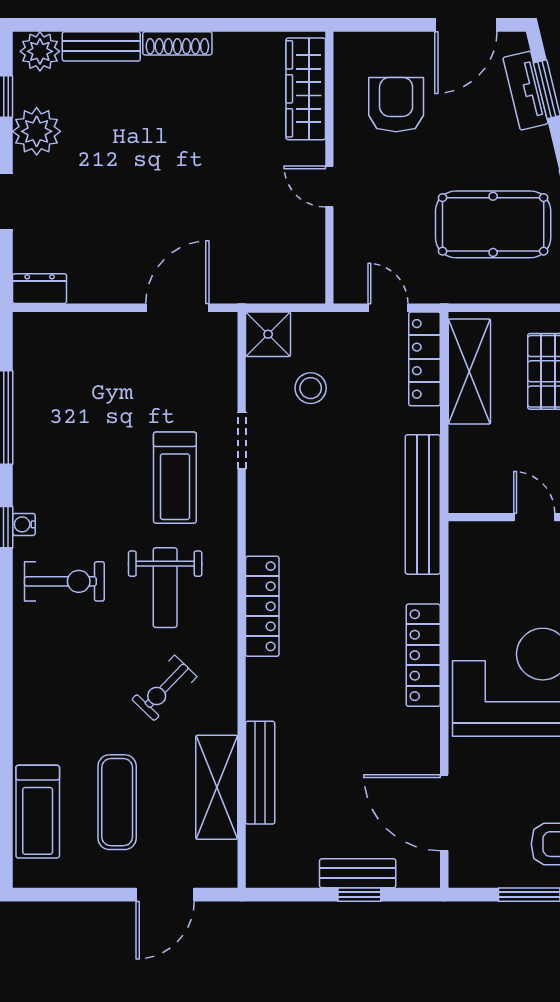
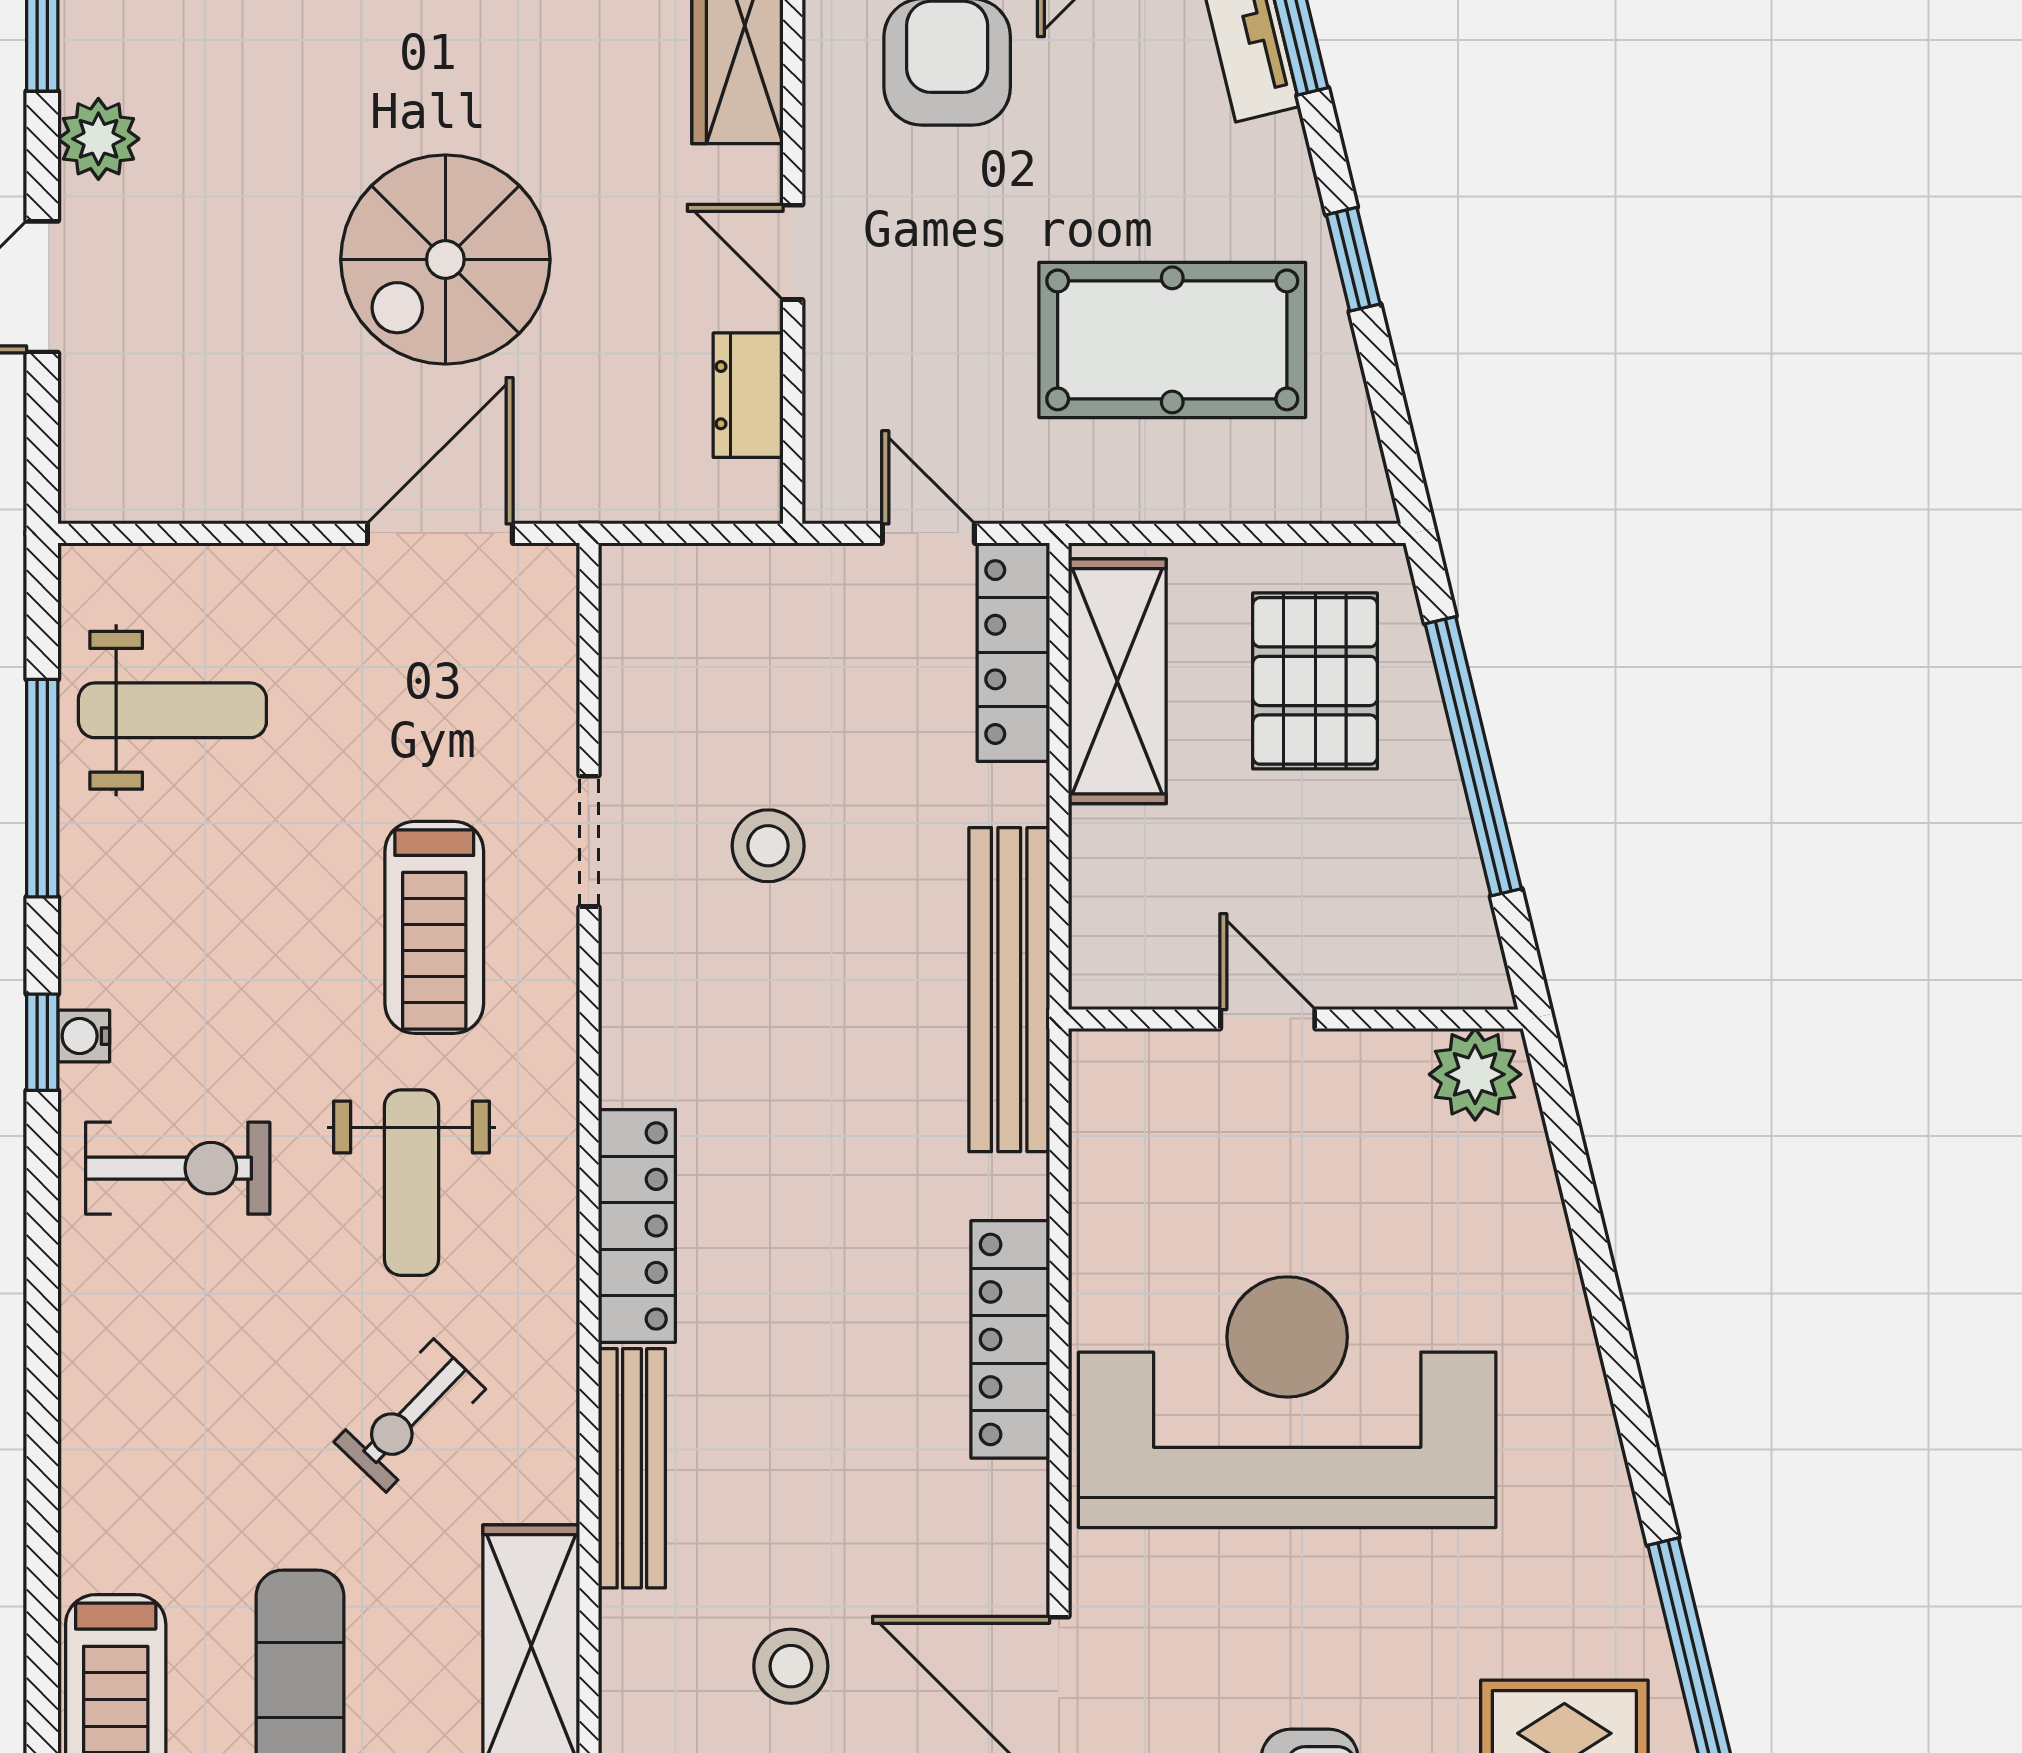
plant: (37, 131) -> (98, 139), width x0.73, depth x0.73
spiral stairs: (180, 190) -> (445, 260), added
dresser: (40, 289) -> (748, 395), moved, turned -90
shower: (268, 334) -> (650, 595), removed
weight bench: (62, 384) -> (172, 710), added
stool: (311, 388) -> (768, 846), moved
bench: (260, 773) -> (632, 1468), moved
stool: (329, 796) -> (791, 1666), added

